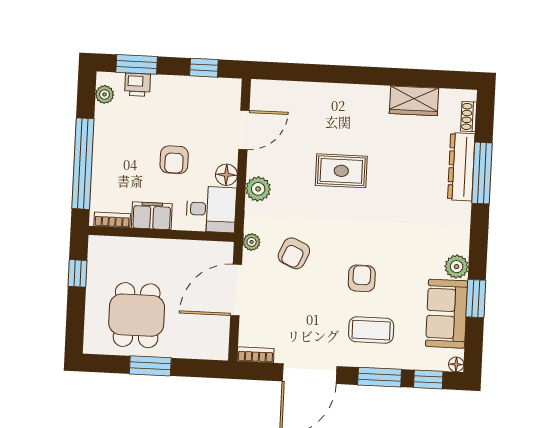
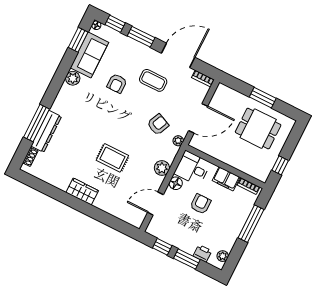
window: (137, 64) -> (187, 259), moved
wardrobe: (414, 101) -> (82, 192), moved
window: (83, 164) -> (251, 224), width x0.68
armchair: (362, 278) -> (117, 83), moved
window: (476, 299) -> (78, 40), moved
dining table: (137, 315) -> (258, 129), turned 90
coffee table: (371, 330) -> (153, 80), moved

